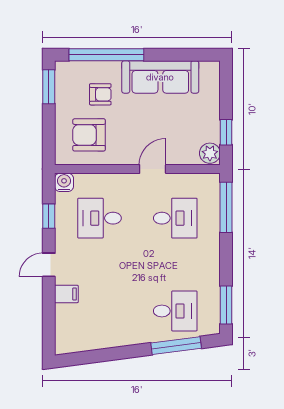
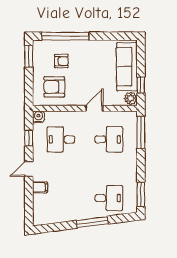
sofa: (160, 77) -> (127, 67), moved, turned 90
window: (176, 346) -> (92, 222), moved

